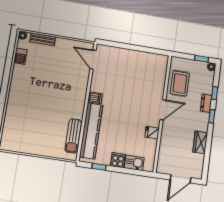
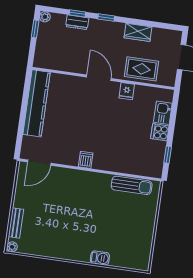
barbecue: (20, 56) -> (100, 258), moved
rug: (180, 83) -> (142, 69), moved
dresser: (206, 103) -> (77, 22), moved
kitchen counter: (91, 131) -> (37, 103), moved, turned 90

